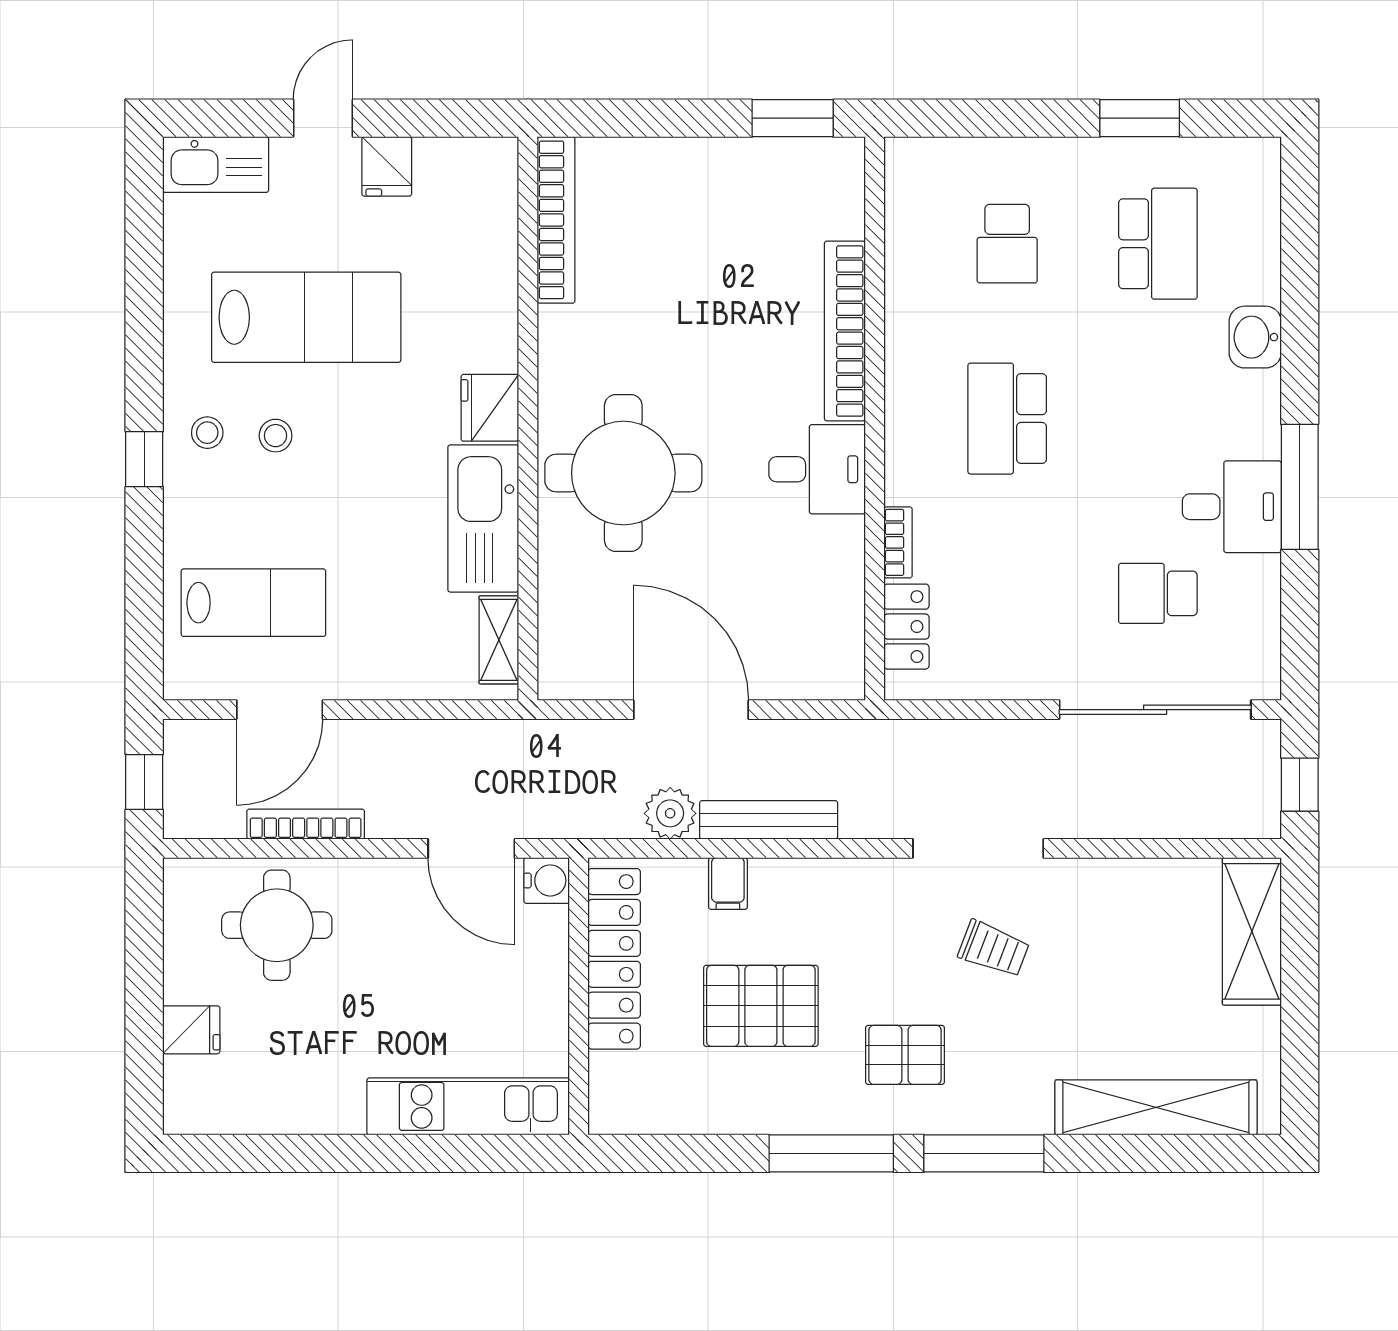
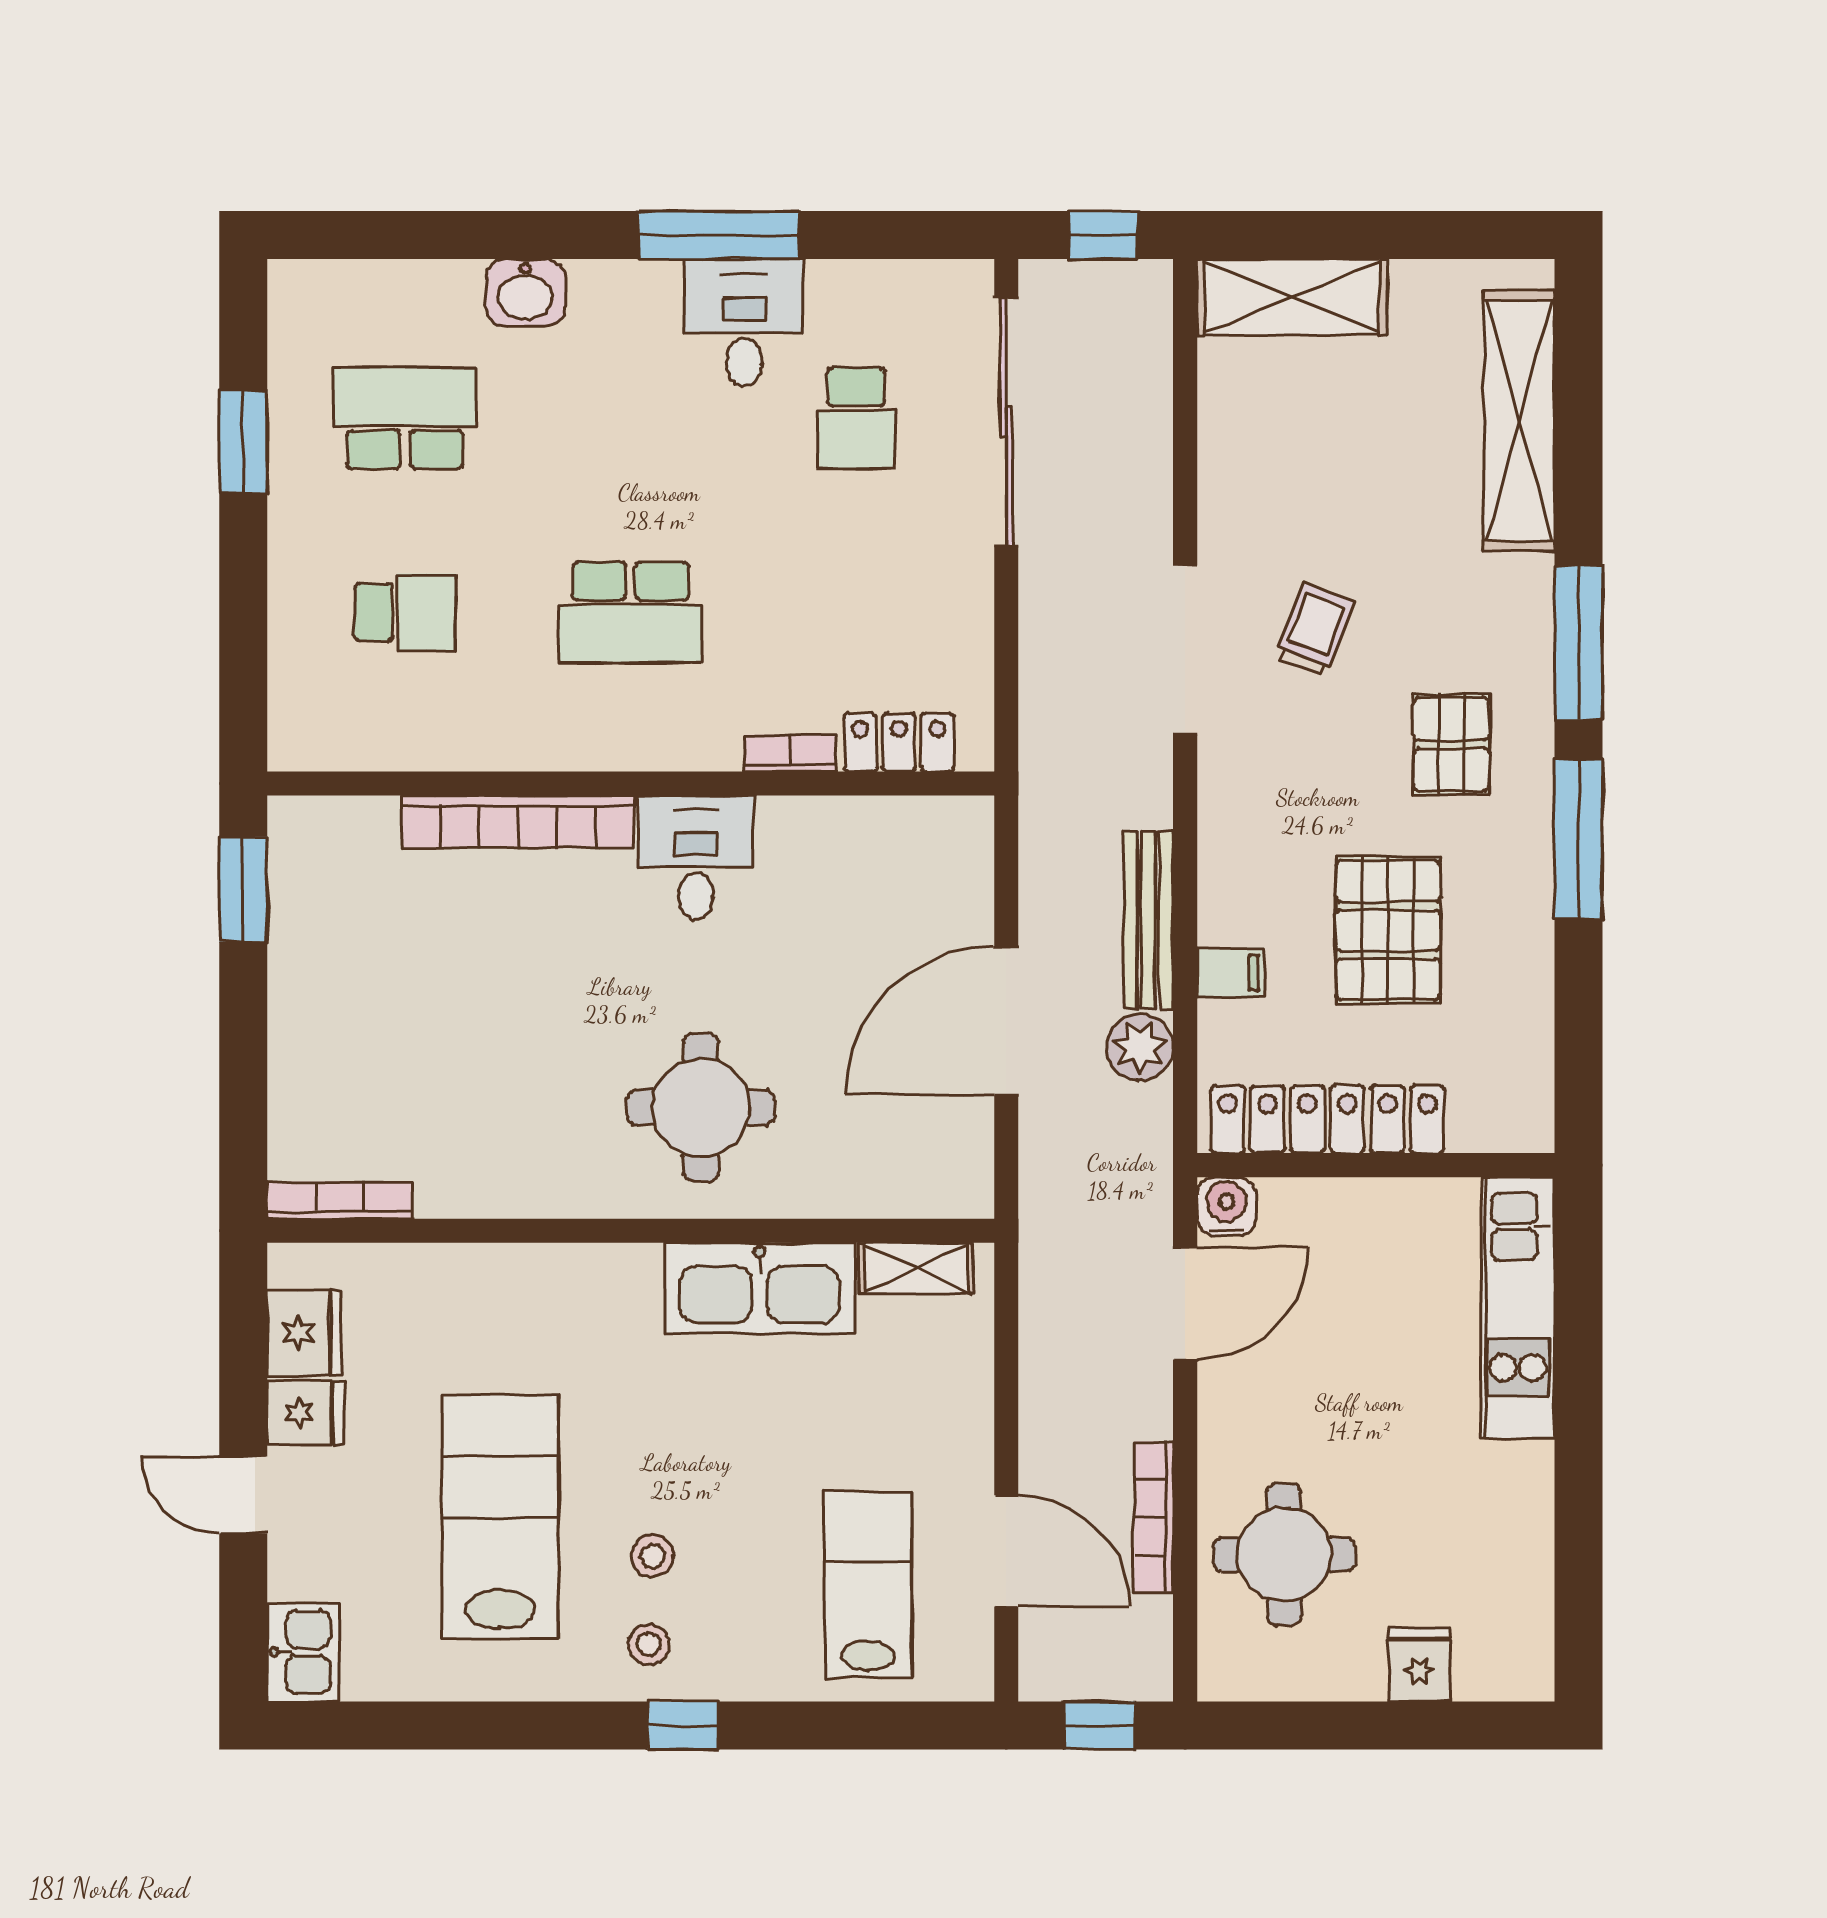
kitchen sink: (216, 165) -> (303, 1652), width x0.73
bookcase: (556, 220) -> (340, 1200), width x0.68, depth x0.76
fridge: (490, 408) -> (304, 1333), moved, turned -90
round table: (623, 473) -> (701, 1108), width x0.73, depth x0.73

